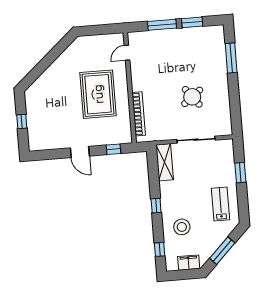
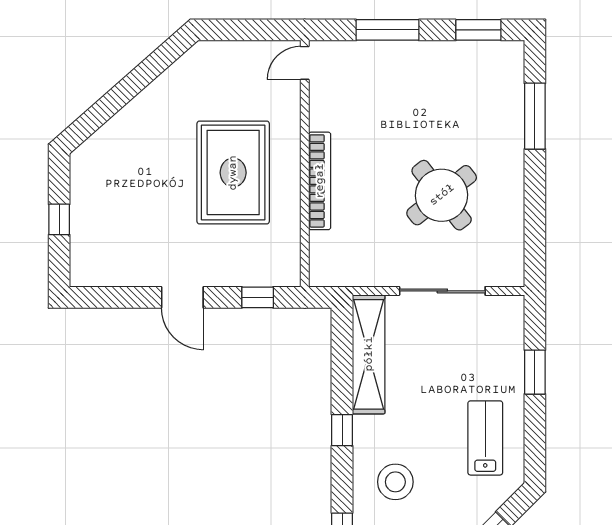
window: (192, 22) -> (478, 30), moved
door: (127, 53) -> (305, 63), moved
round table: (192, 97) -> (442, 195), width x1.36, depth x1.36
bookcase: (139, 114) -> (320, 181), moved
shelving: (165, 162) -> (369, 354), width x1.47

